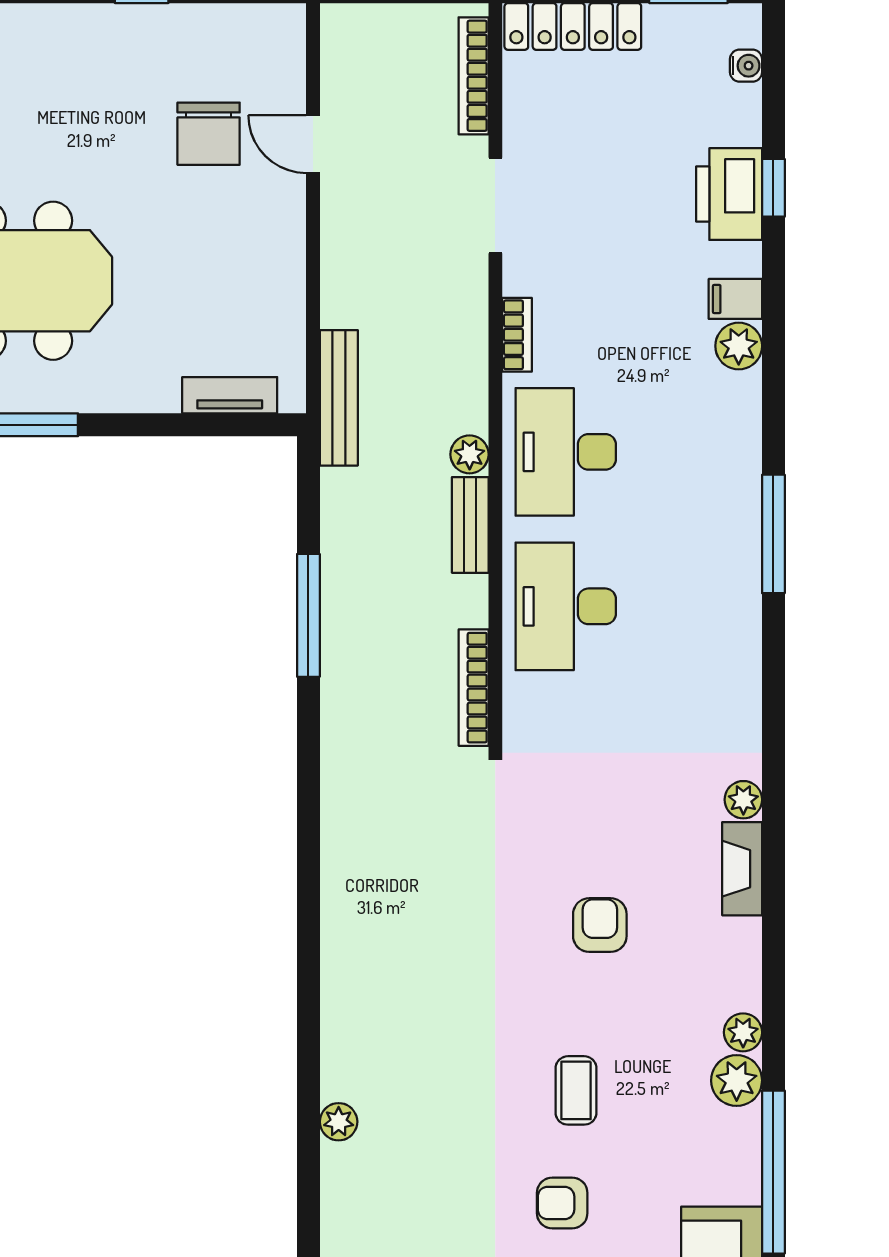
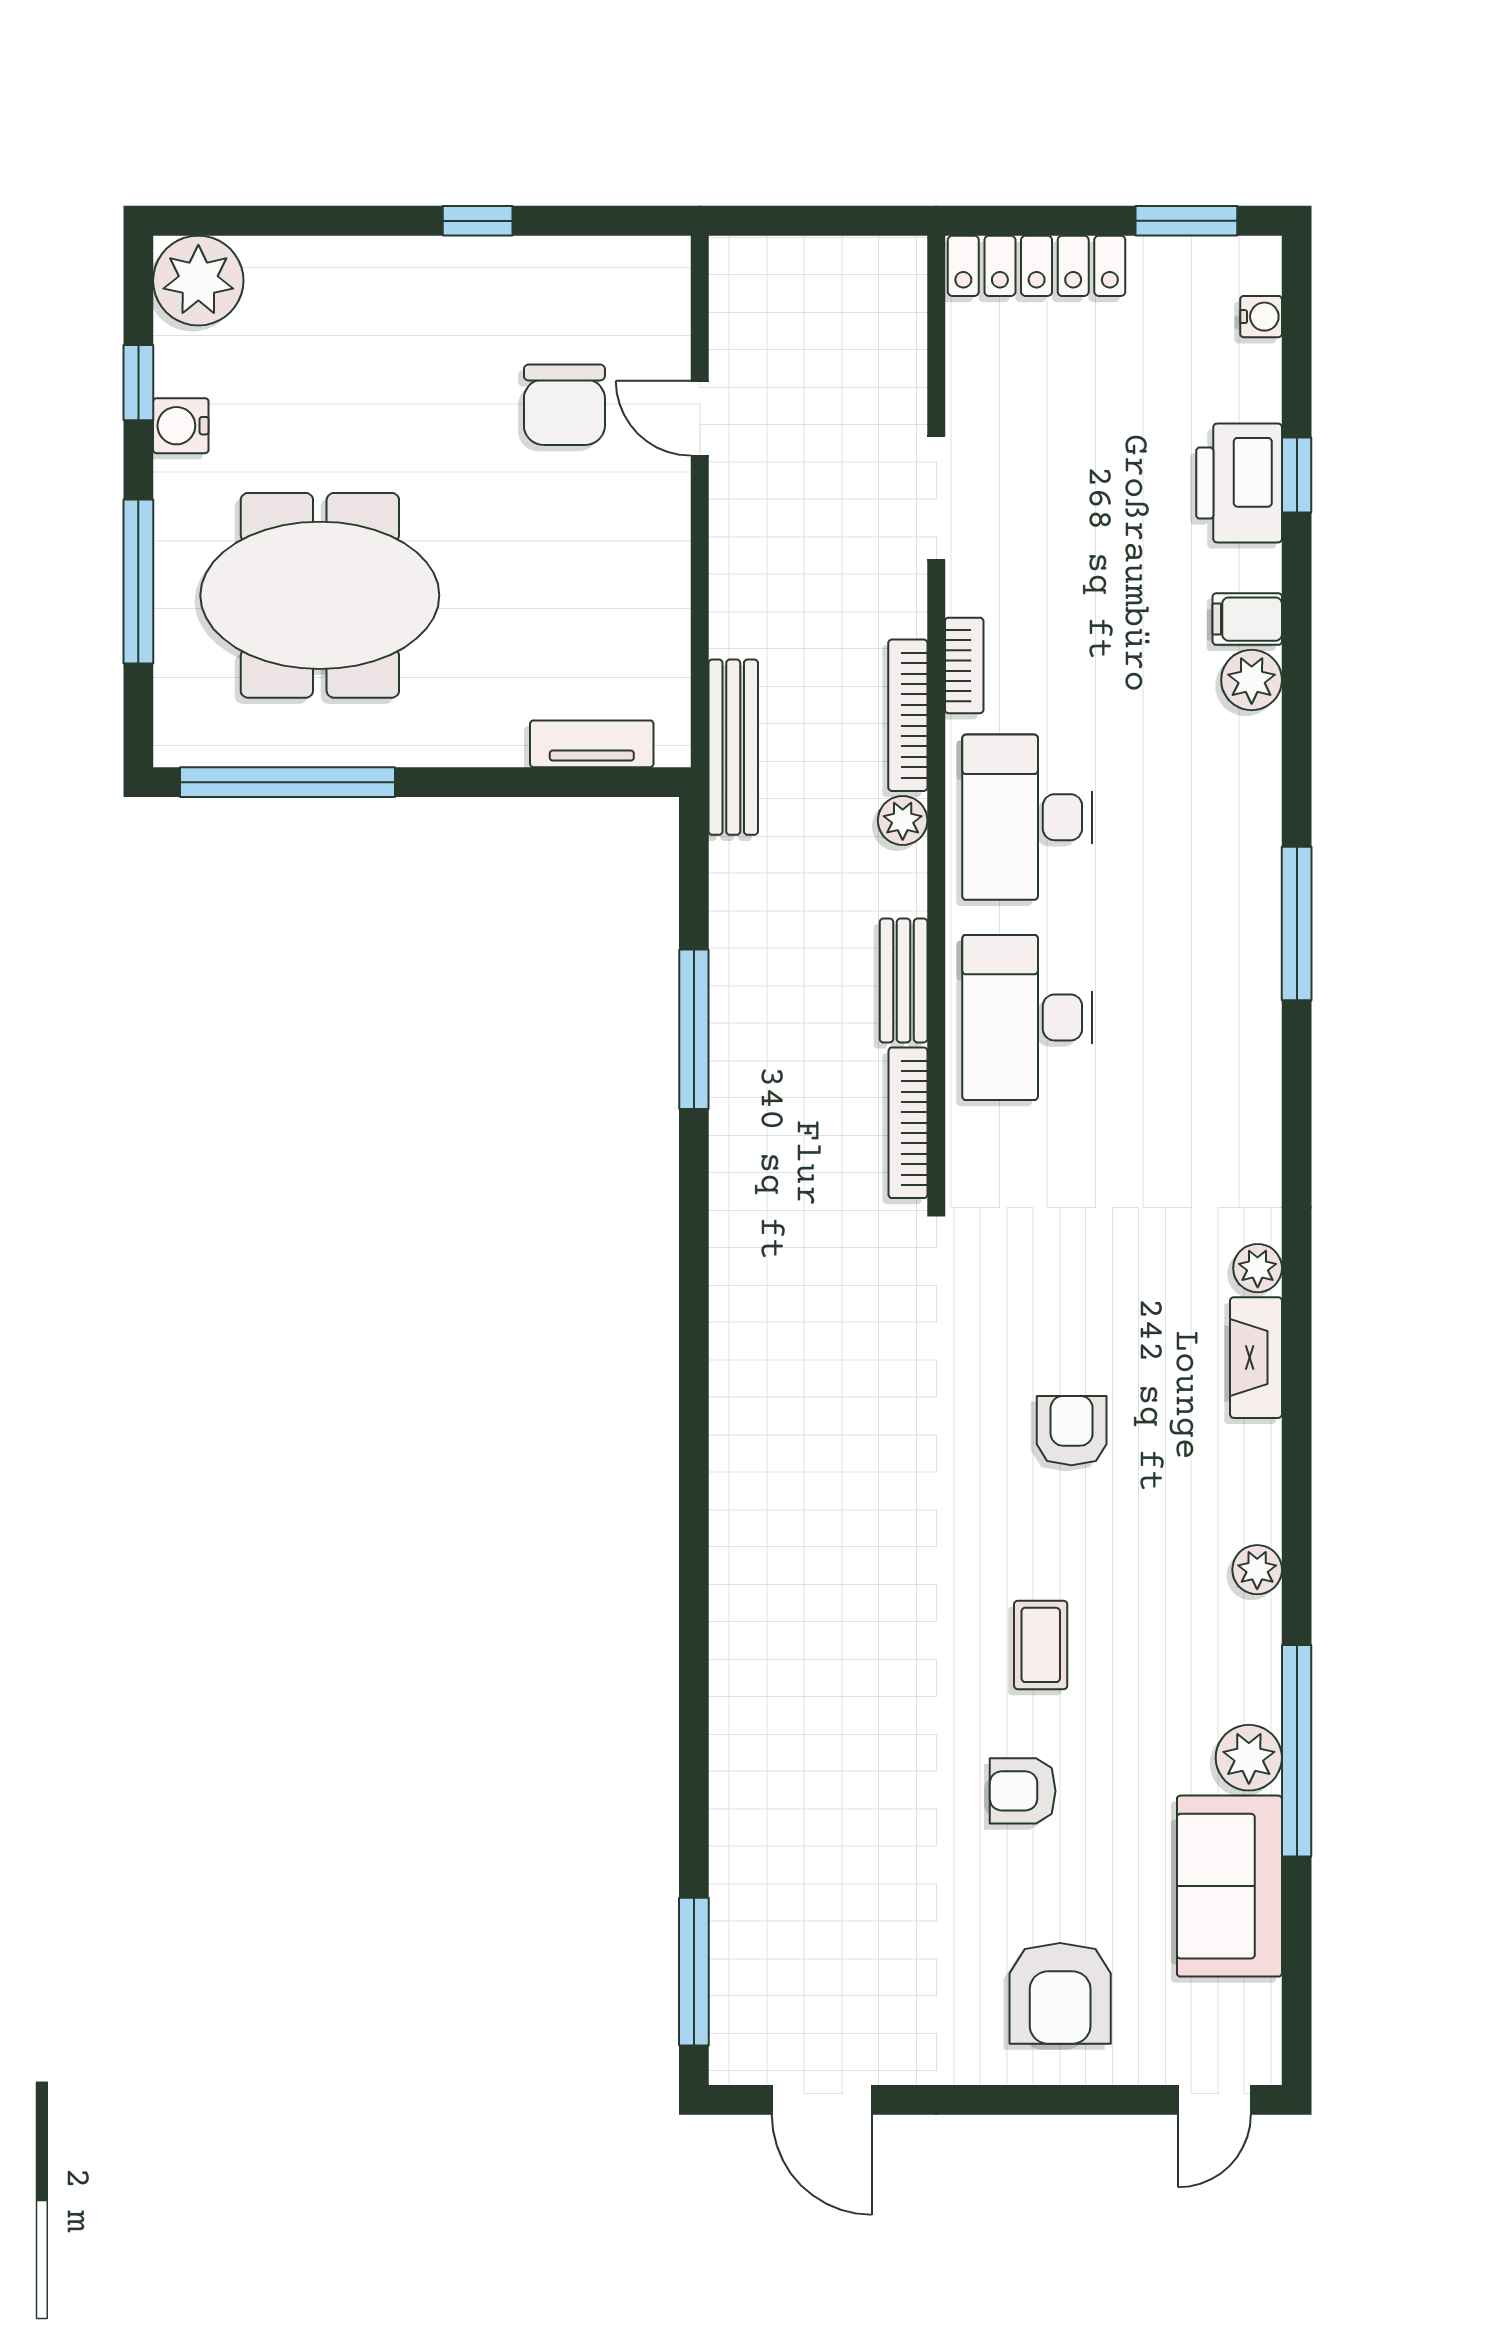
bookcase: (474, 76) -> (908, 715), moved
bench: (470, 525) -> (904, 980), moved
plant: (737, 1081) -> (1249, 1758), moved
plant: (339, 1122) -> (733, 1686), removed

